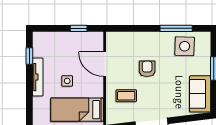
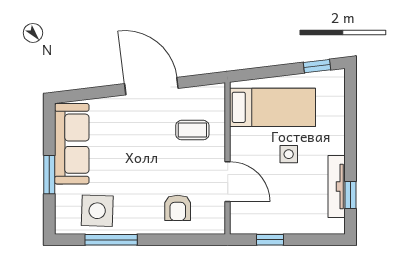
armchair: (147, 69) -> (178, 208), moved
tv unit: (38, 77) -> (337, 186), moved
sofa: (200, 94) -> (72, 144), width x1.36

